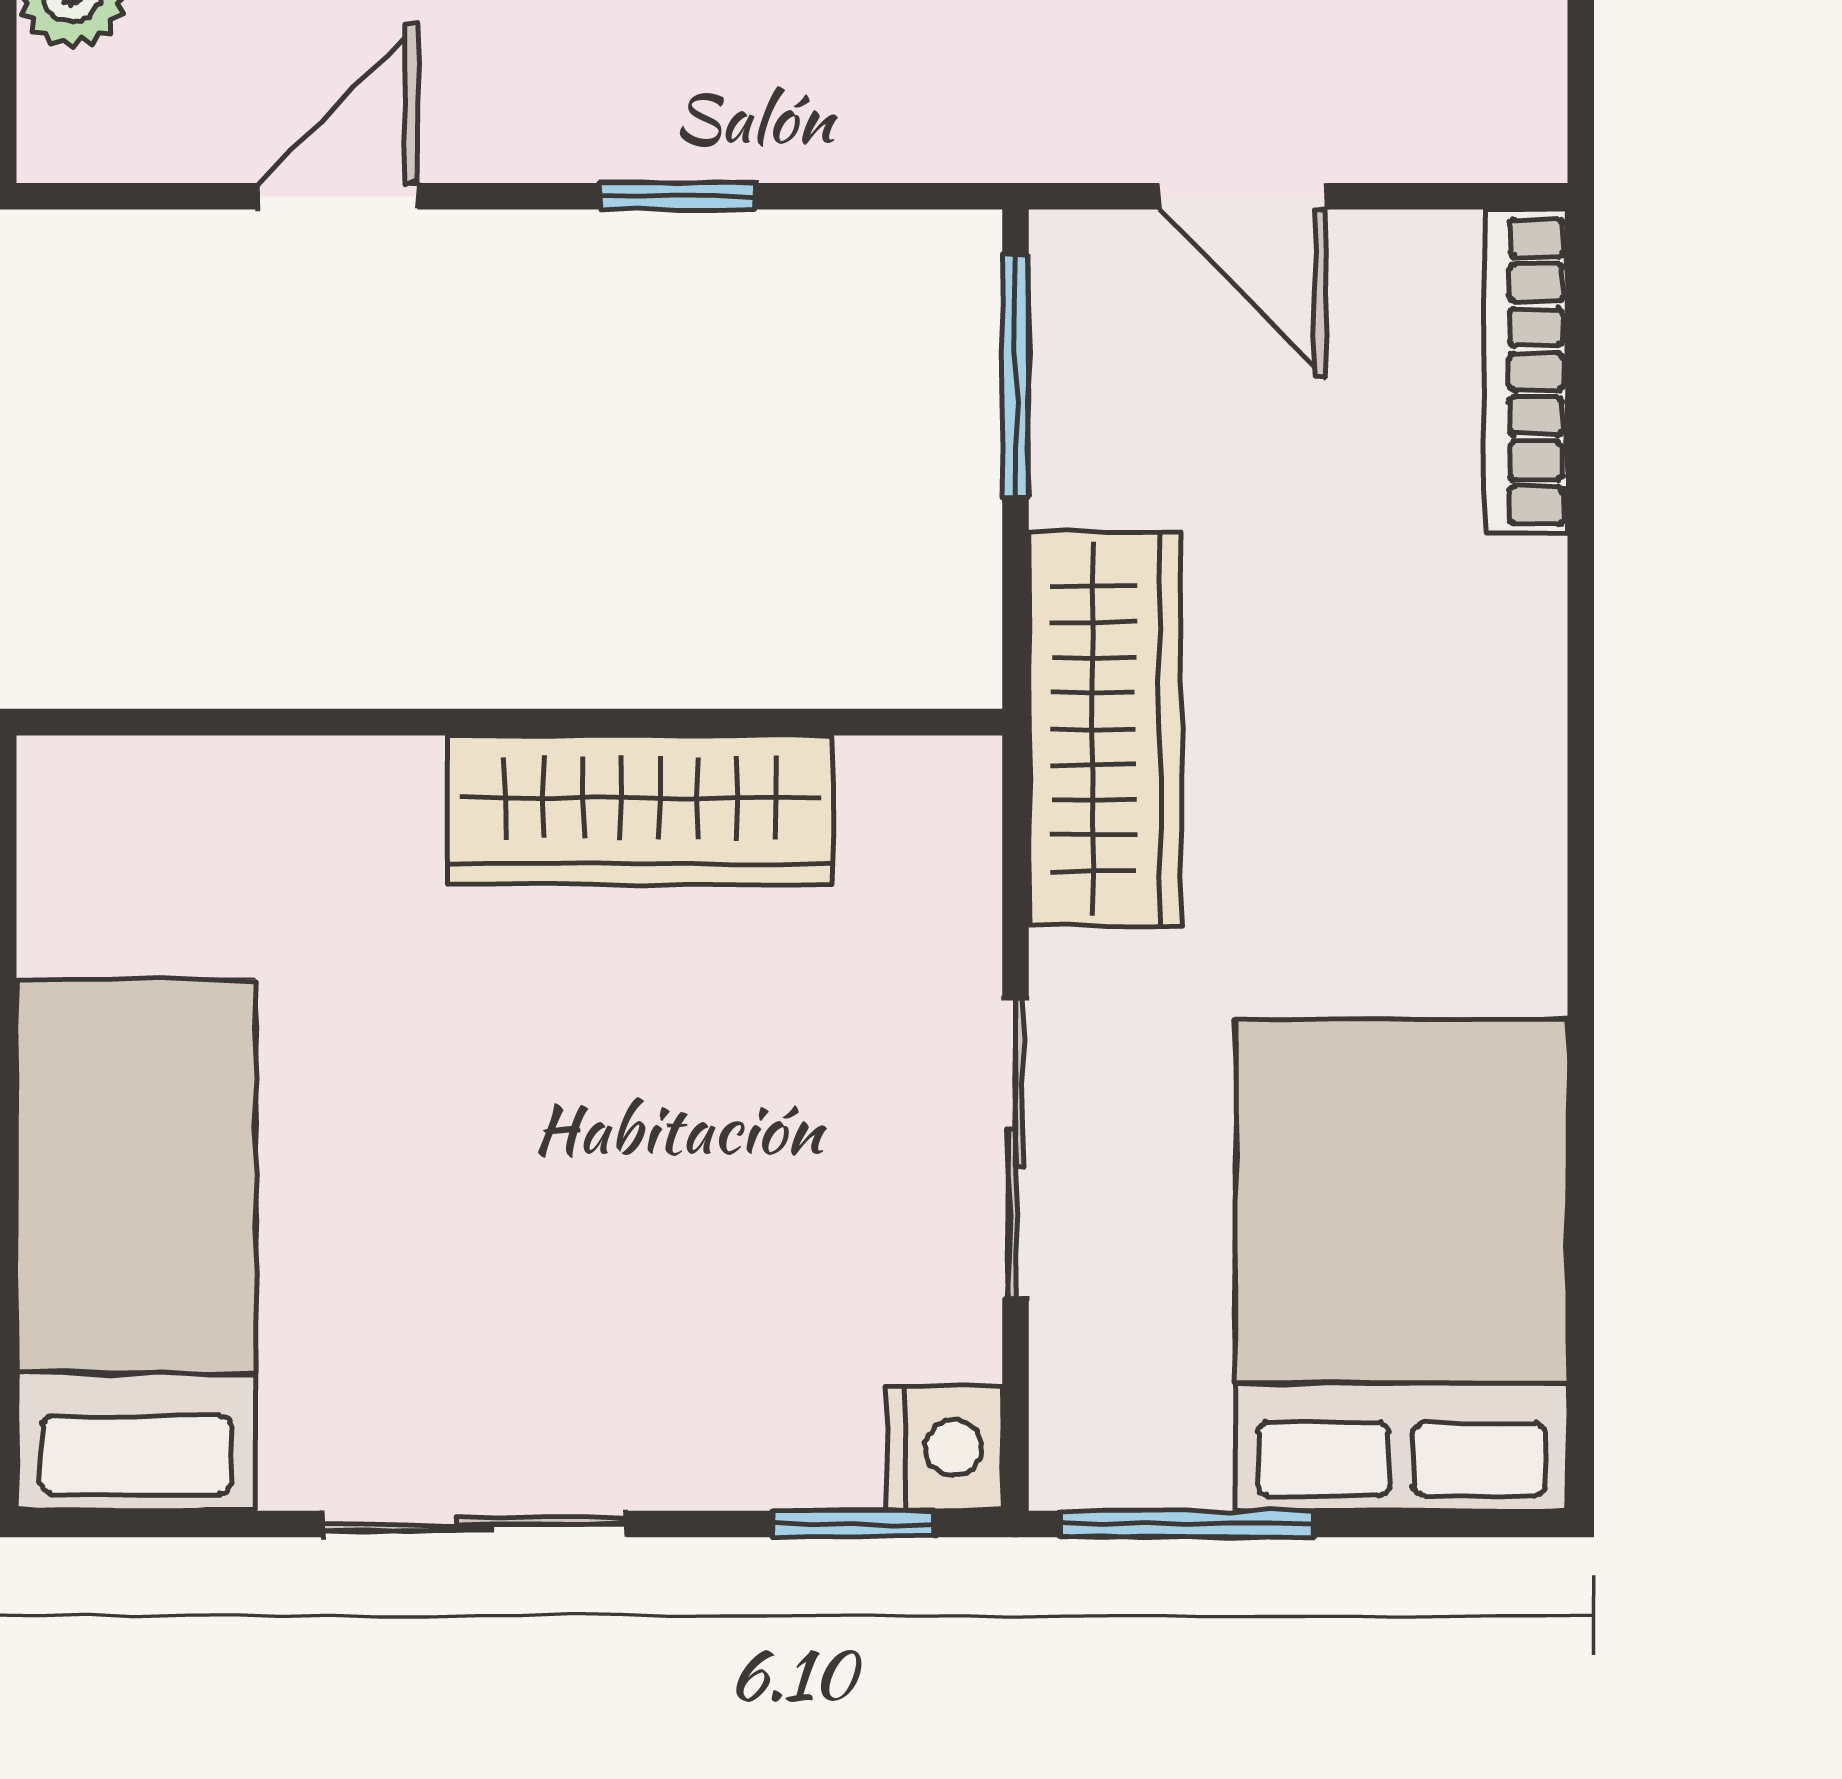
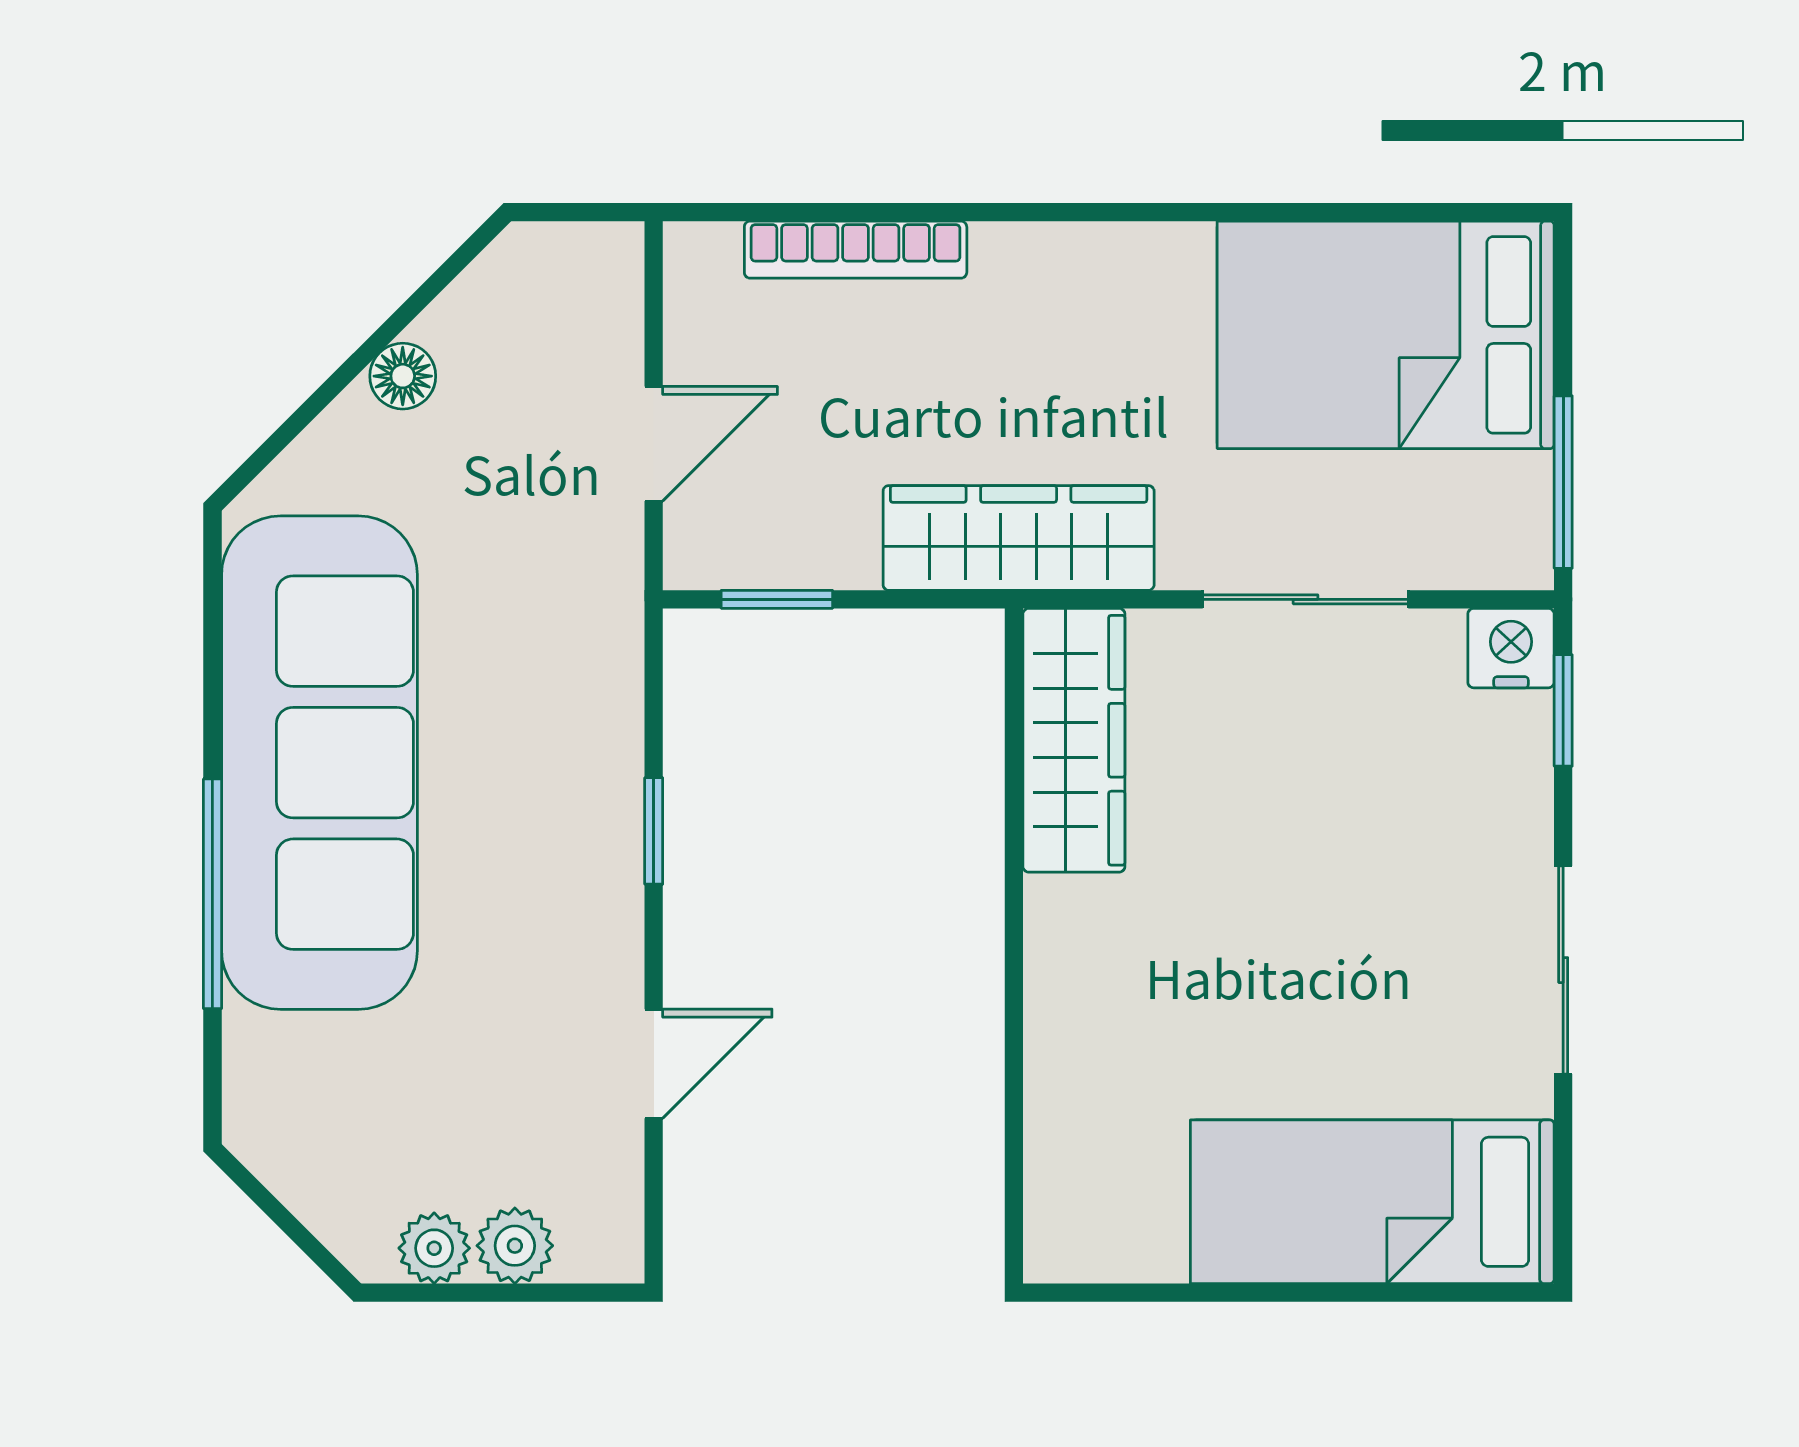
door: (338, 196) -> (654, 1064), swing flipped
bookcase: (1526, 372) -> (856, 250), moved
window: (1015, 376) -> (777, 599), width x0.67
wardrobe: (640, 810) -> (1074, 740), moved

